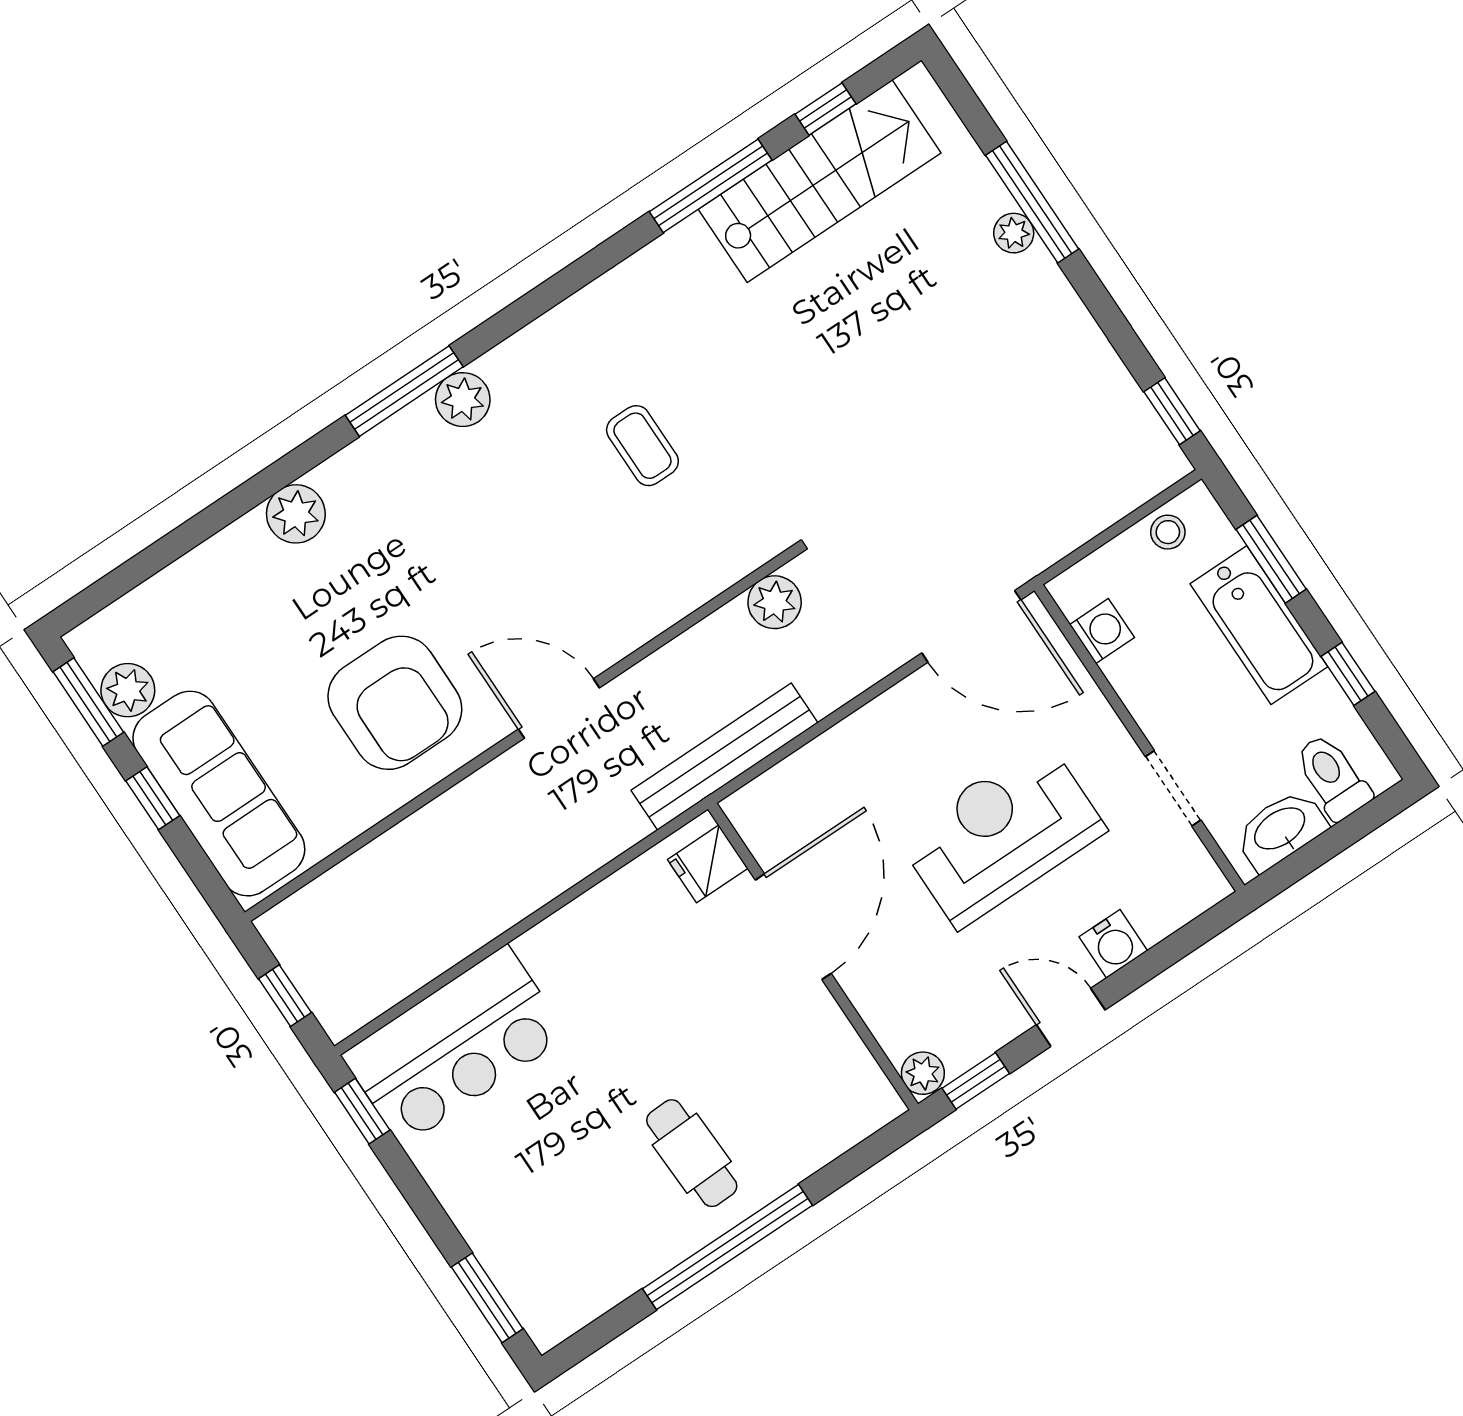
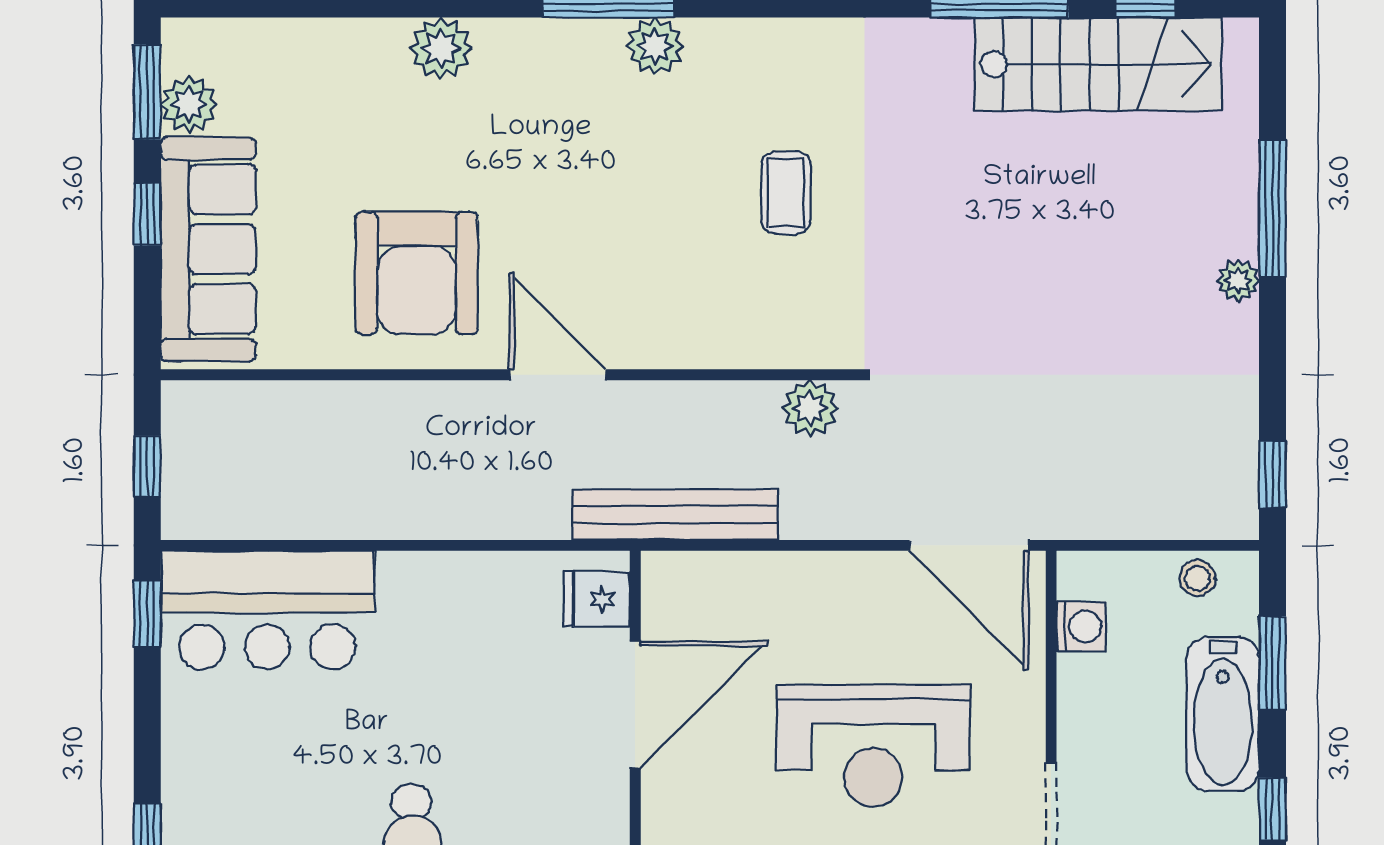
plant: (1014, 233) -> (1238, 280), moved
reception desk: (1001, 834) -> (873, 746), turned 180

